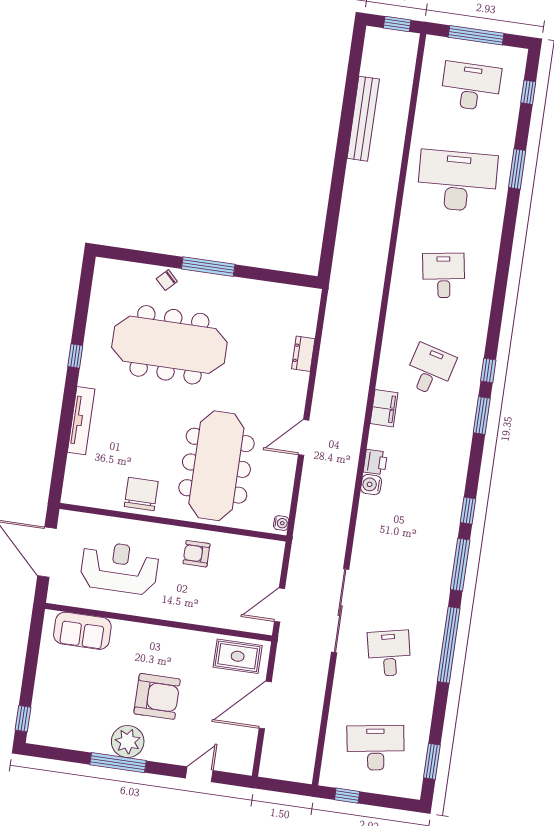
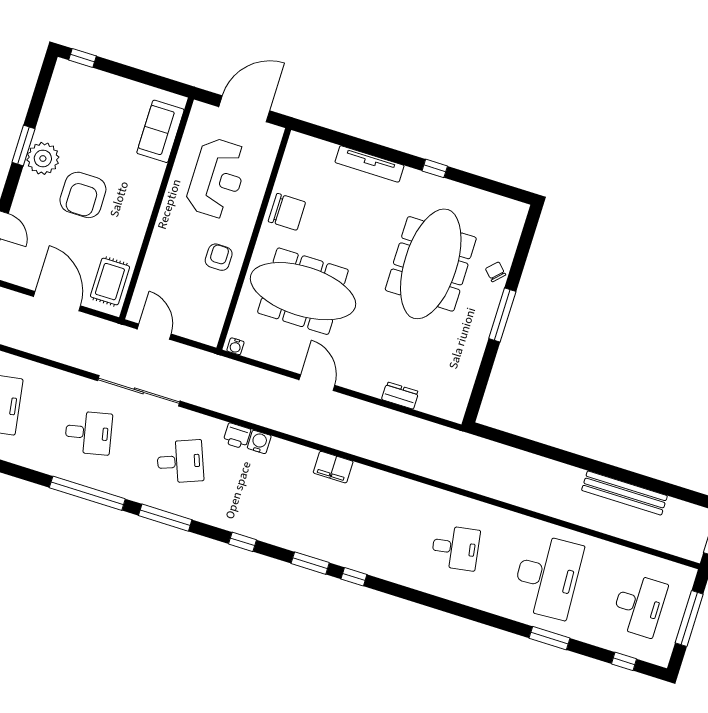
desk: (430, 370) -> (180, 461), moved, turned -36
printer: (375, 462) -> (237, 436), moved
window: (468, 511) -> (242, 542), moved
window: (118, 763) -> (23, 145), width x0.69

